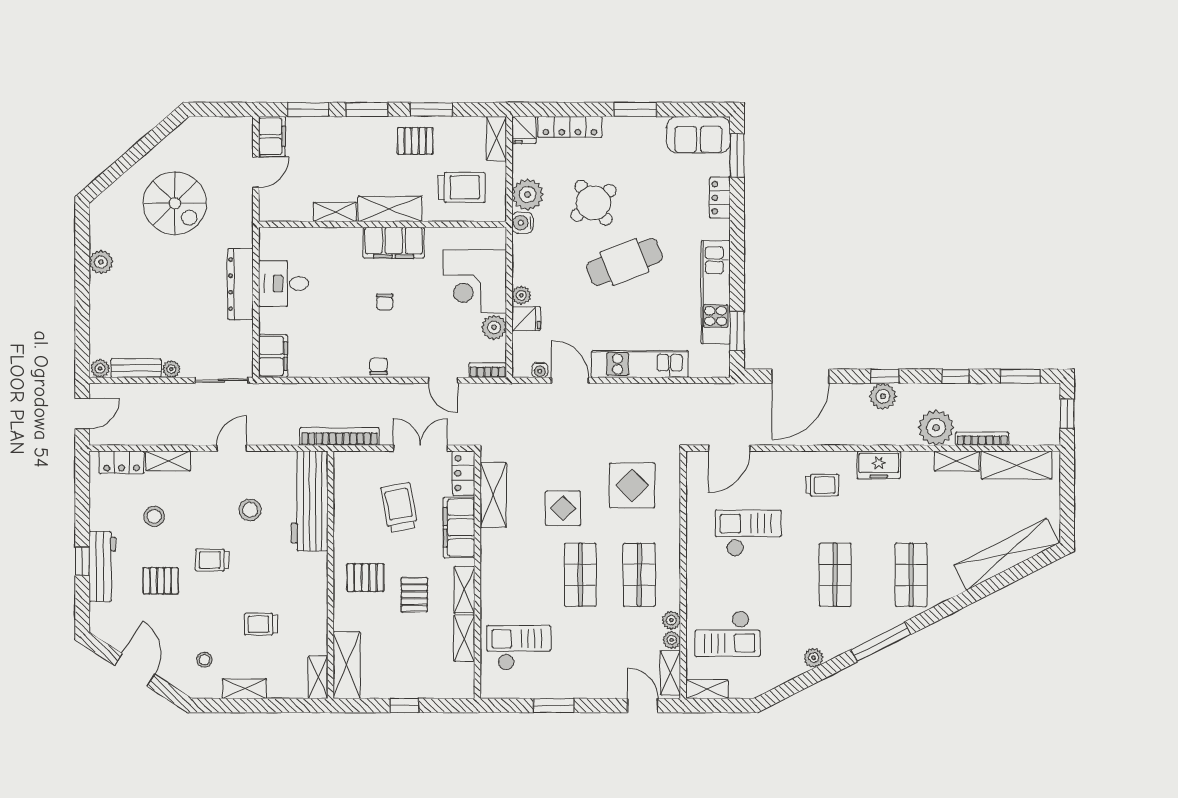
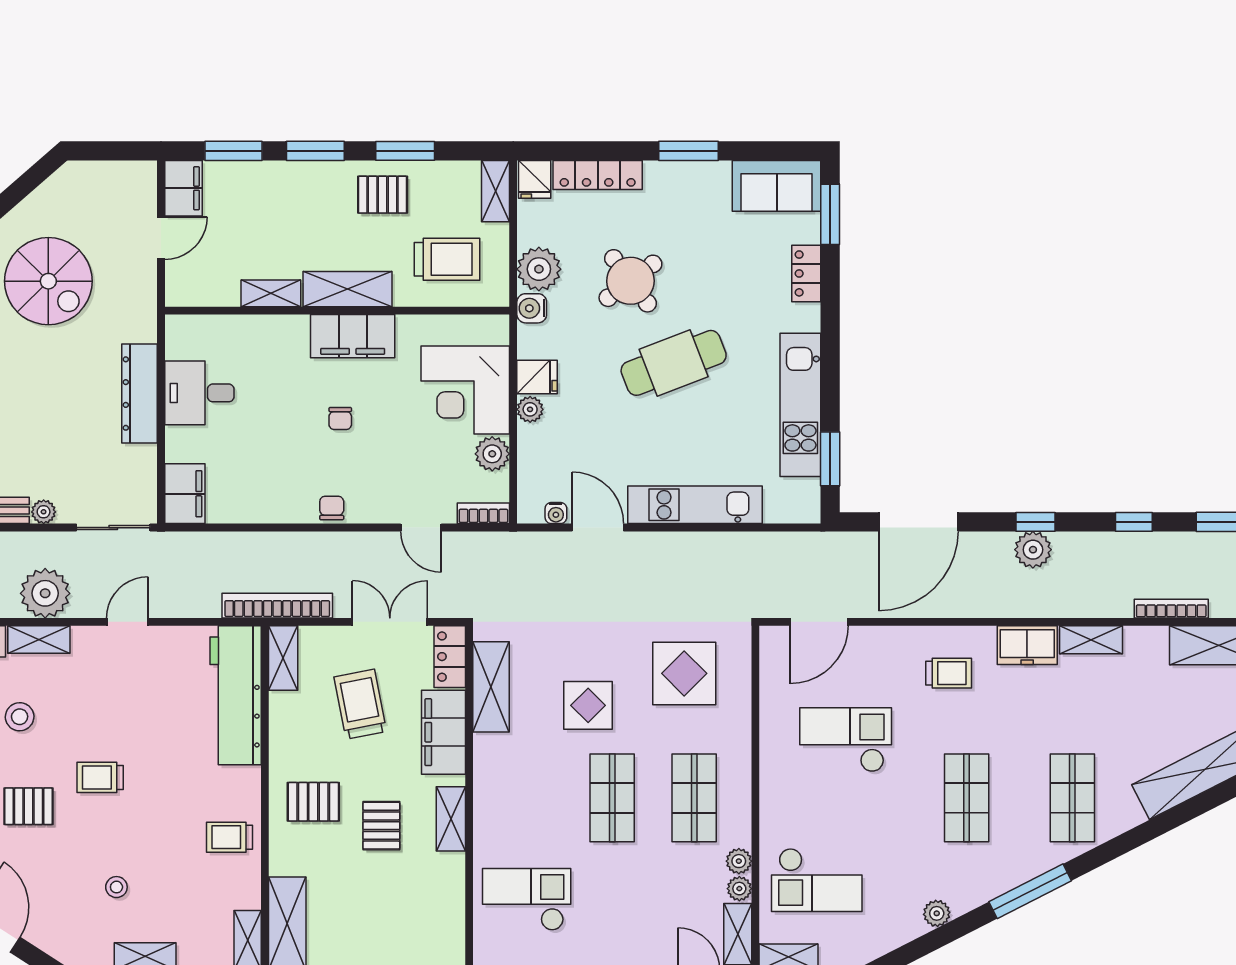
fridge: (526, 319) -> (537, 377), moved
plant: (936, 428) -> (45, 593), moved
shelving: (957, 461) -> (1091, 640), moved
stool: (250, 510) -> (153, 708), removed
trolley: (261, 624) -> (229, 837), moved
shelving: (464, 638) -> (283, 658), moved
stool: (204, 660) -> (116, 887), moved

